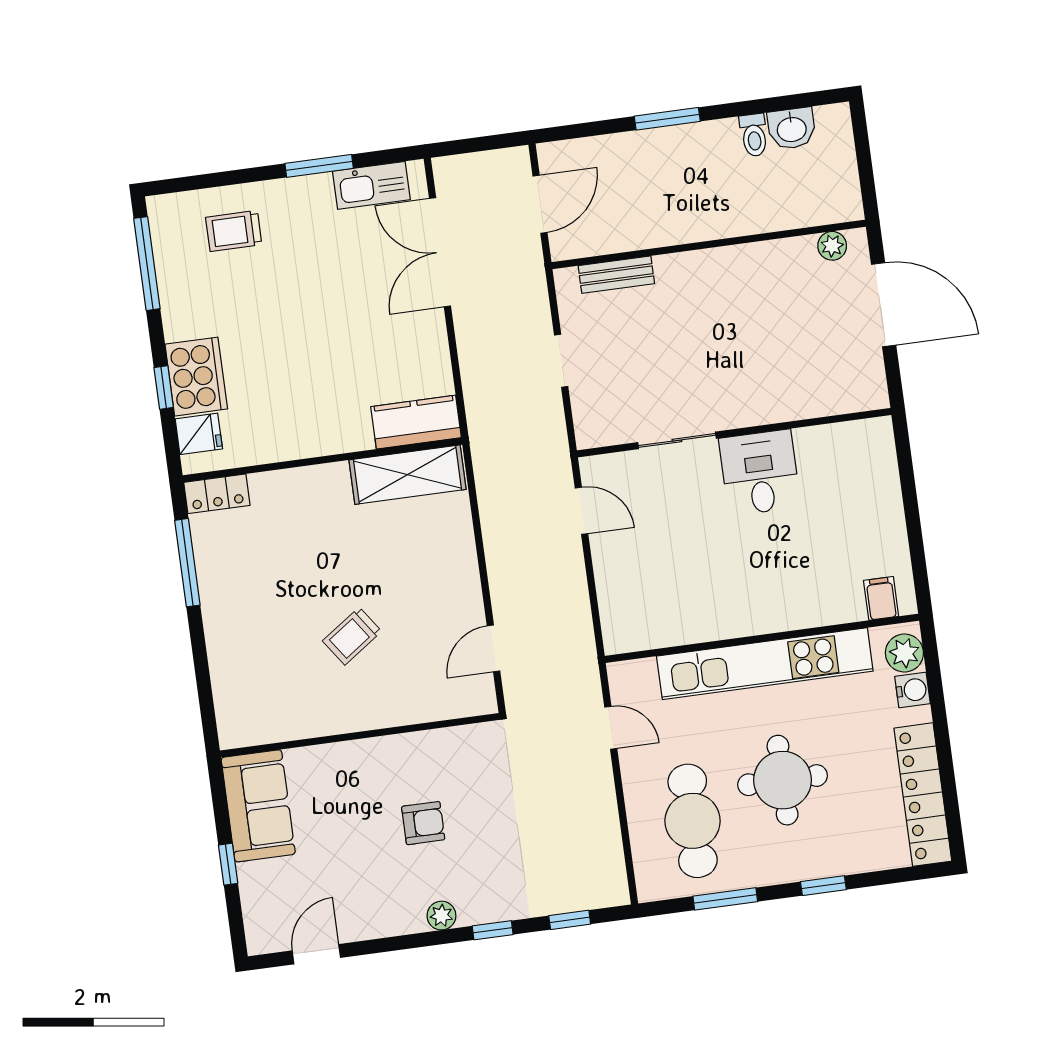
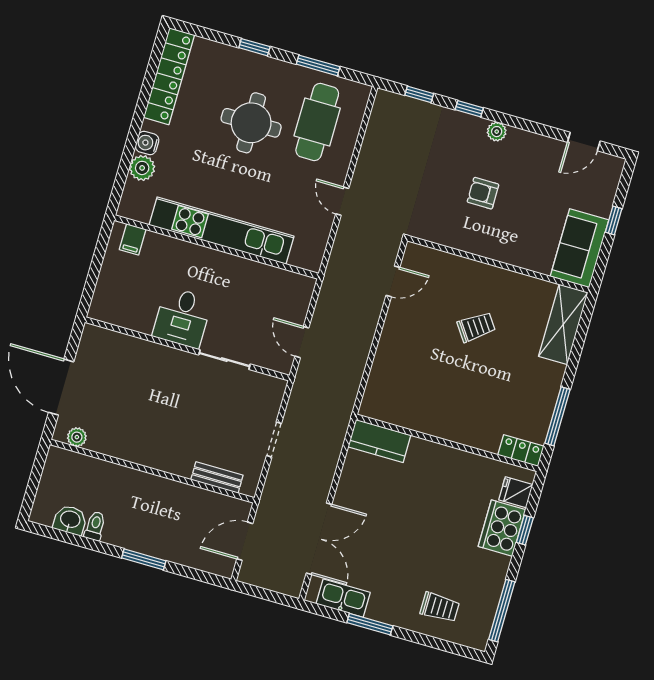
shelving: (407, 475) -> (563, 324), moved, turned 90
filing cabinet: (881, 598) -> (133, 239), moved
wall: (762, 638) -> (216, 247), moved
kitchen unit: (765, 664) -> (222, 231), moved

